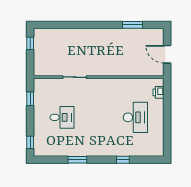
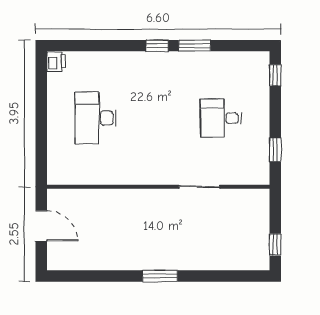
window: (133, 25) -> (160, 276), moved
printer: (159, 92) -> (56, 61), moved
window: (123, 160) -> (157, 46), moved

